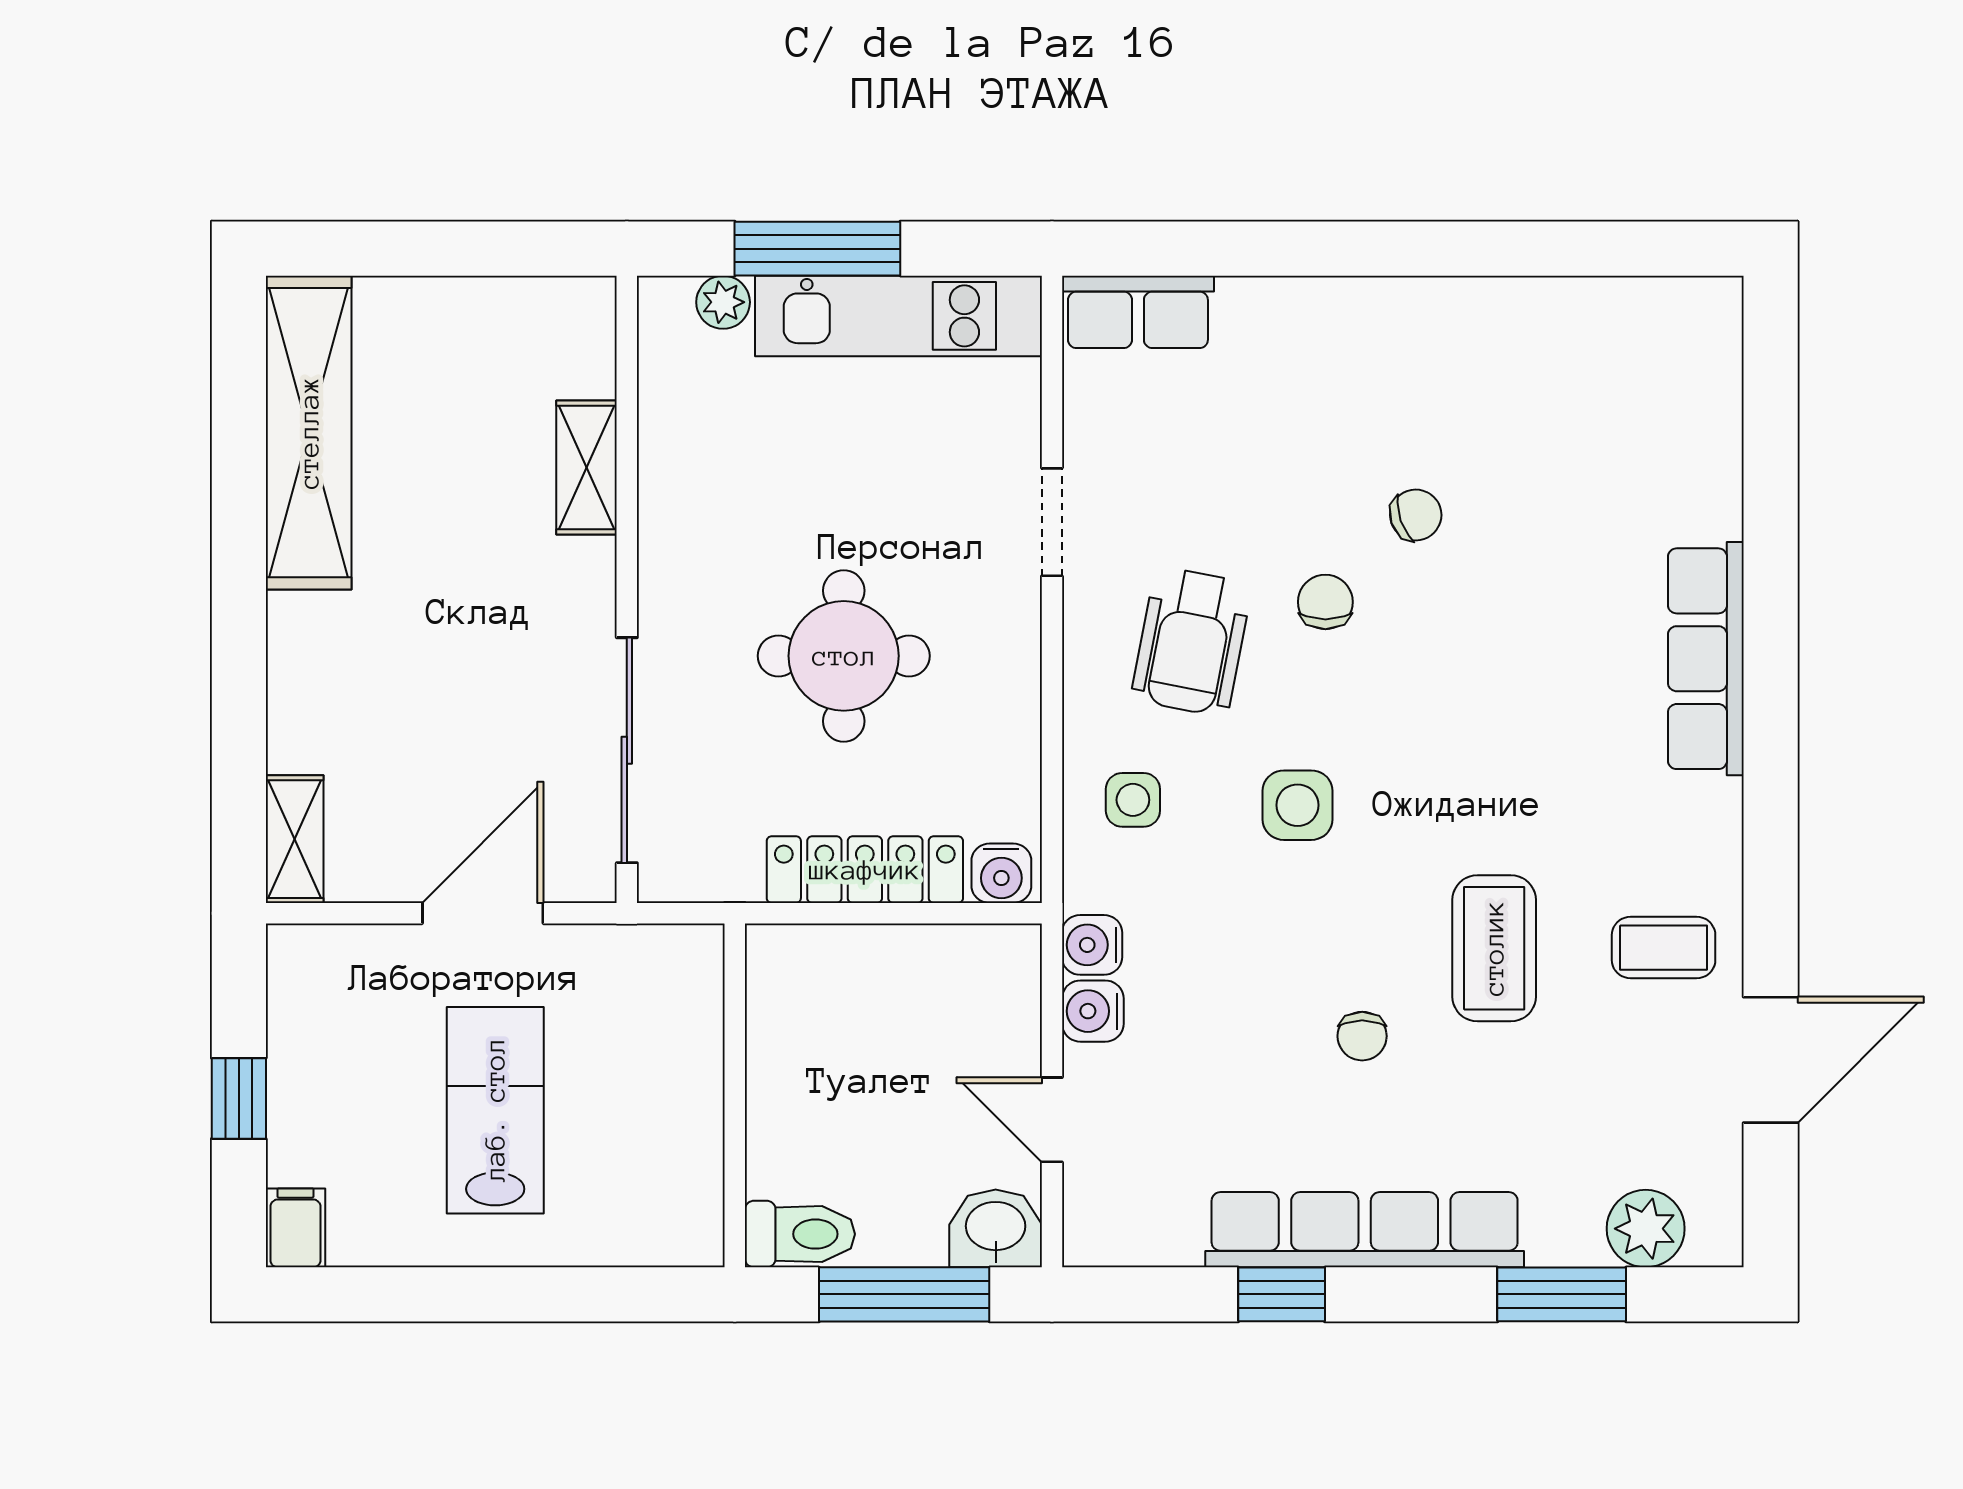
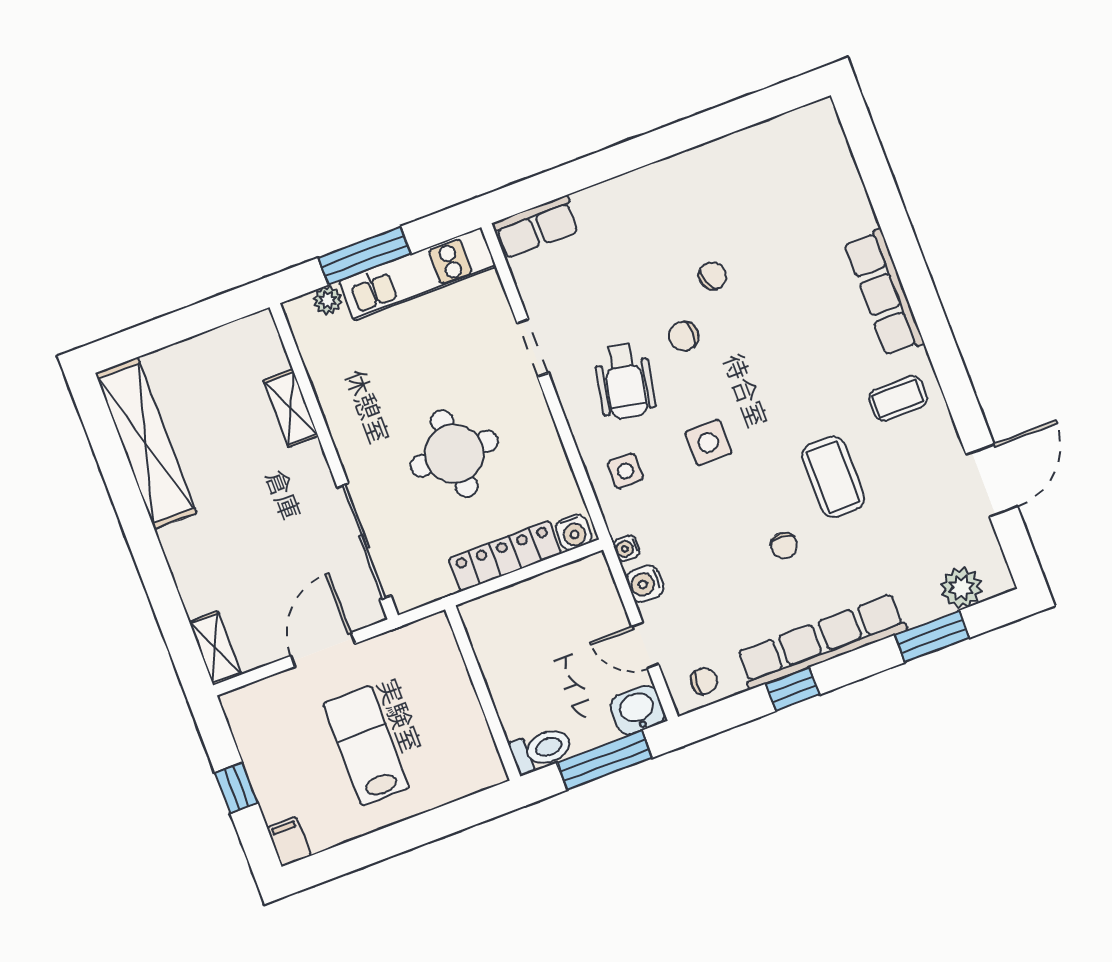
chair: (1325, 602) -> (684, 336), turned -90
water cooler: (1092, 945) -> (627, 548), width x0.72, depth x0.72
coffee table: (1664, 948) -> (898, 398), moved
chair: (1132, 1222) -> (704, 681), added

